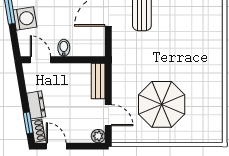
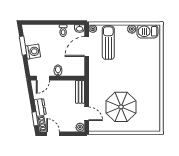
door: (40, 60) -> (43, 78), swing flipped

